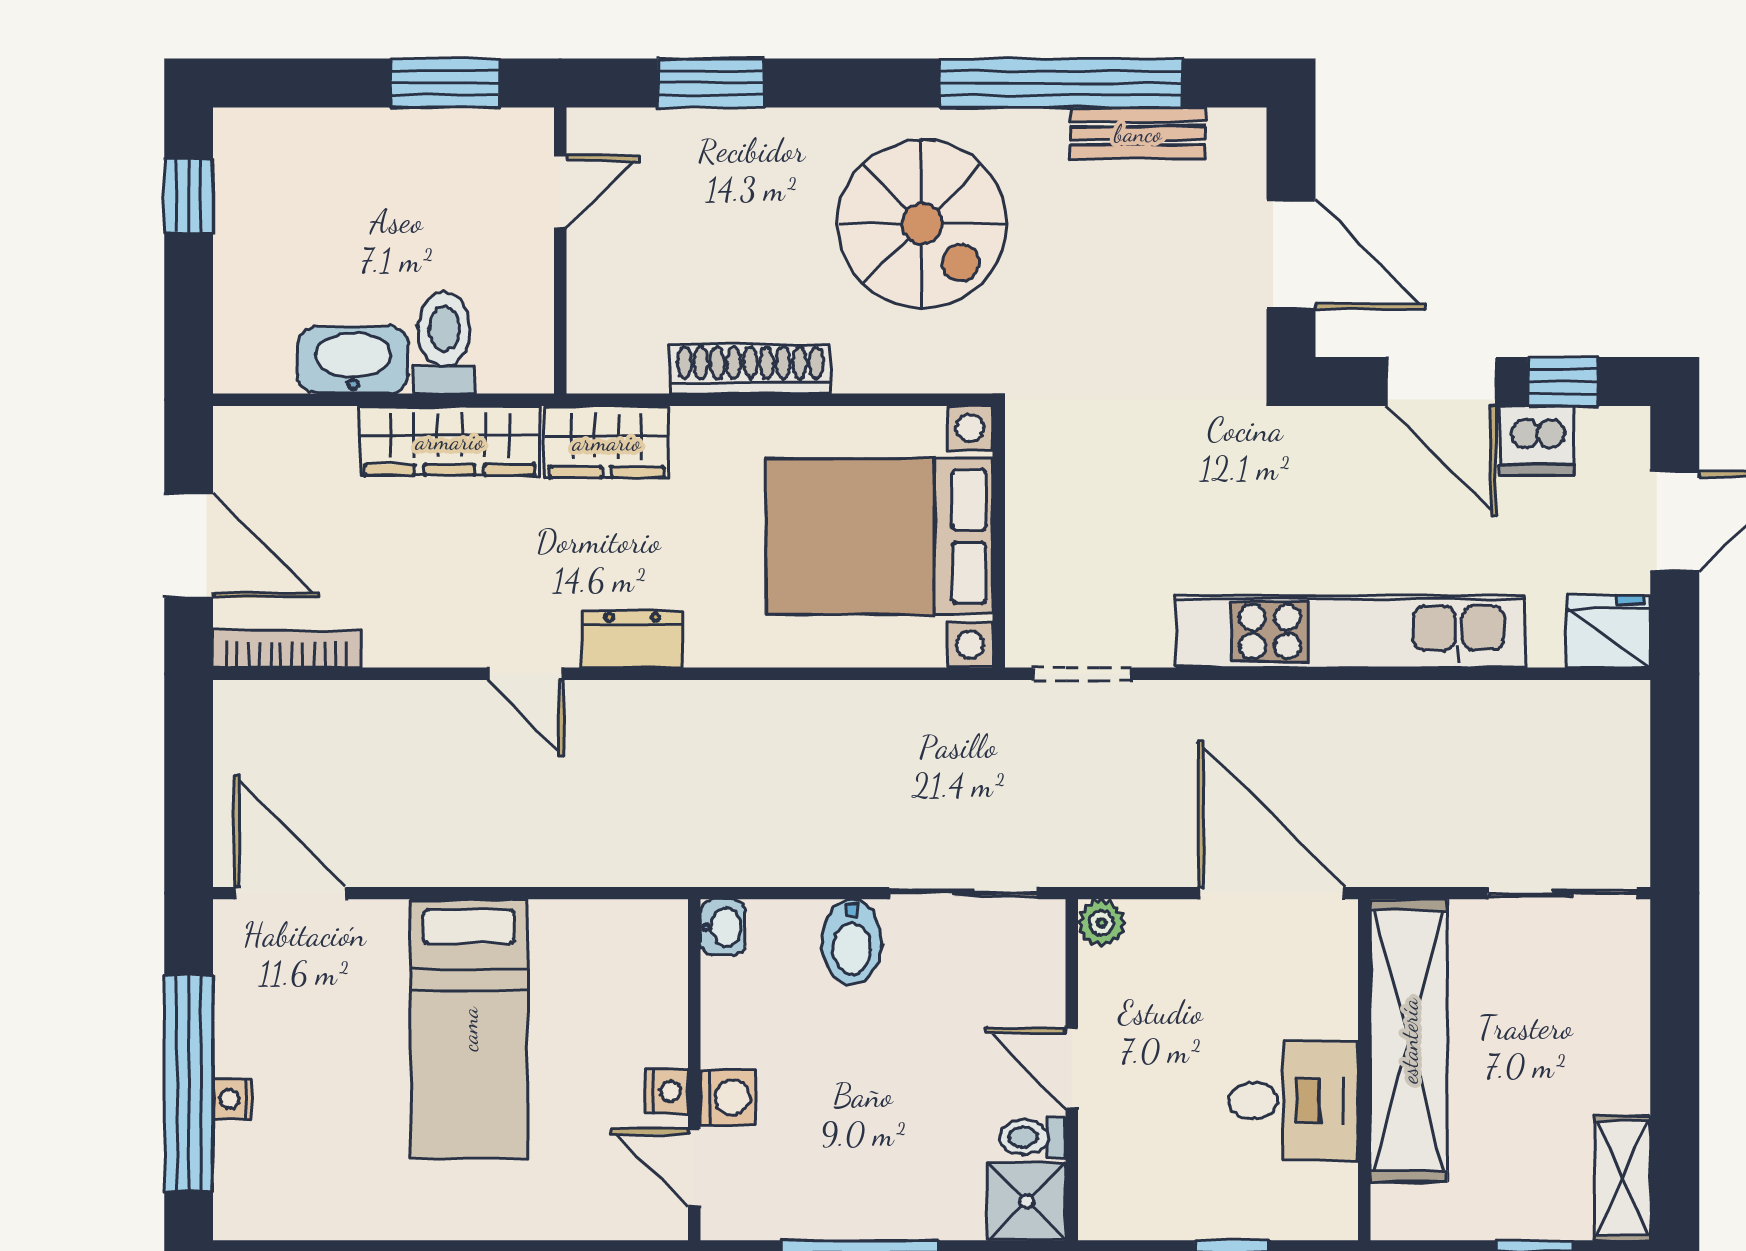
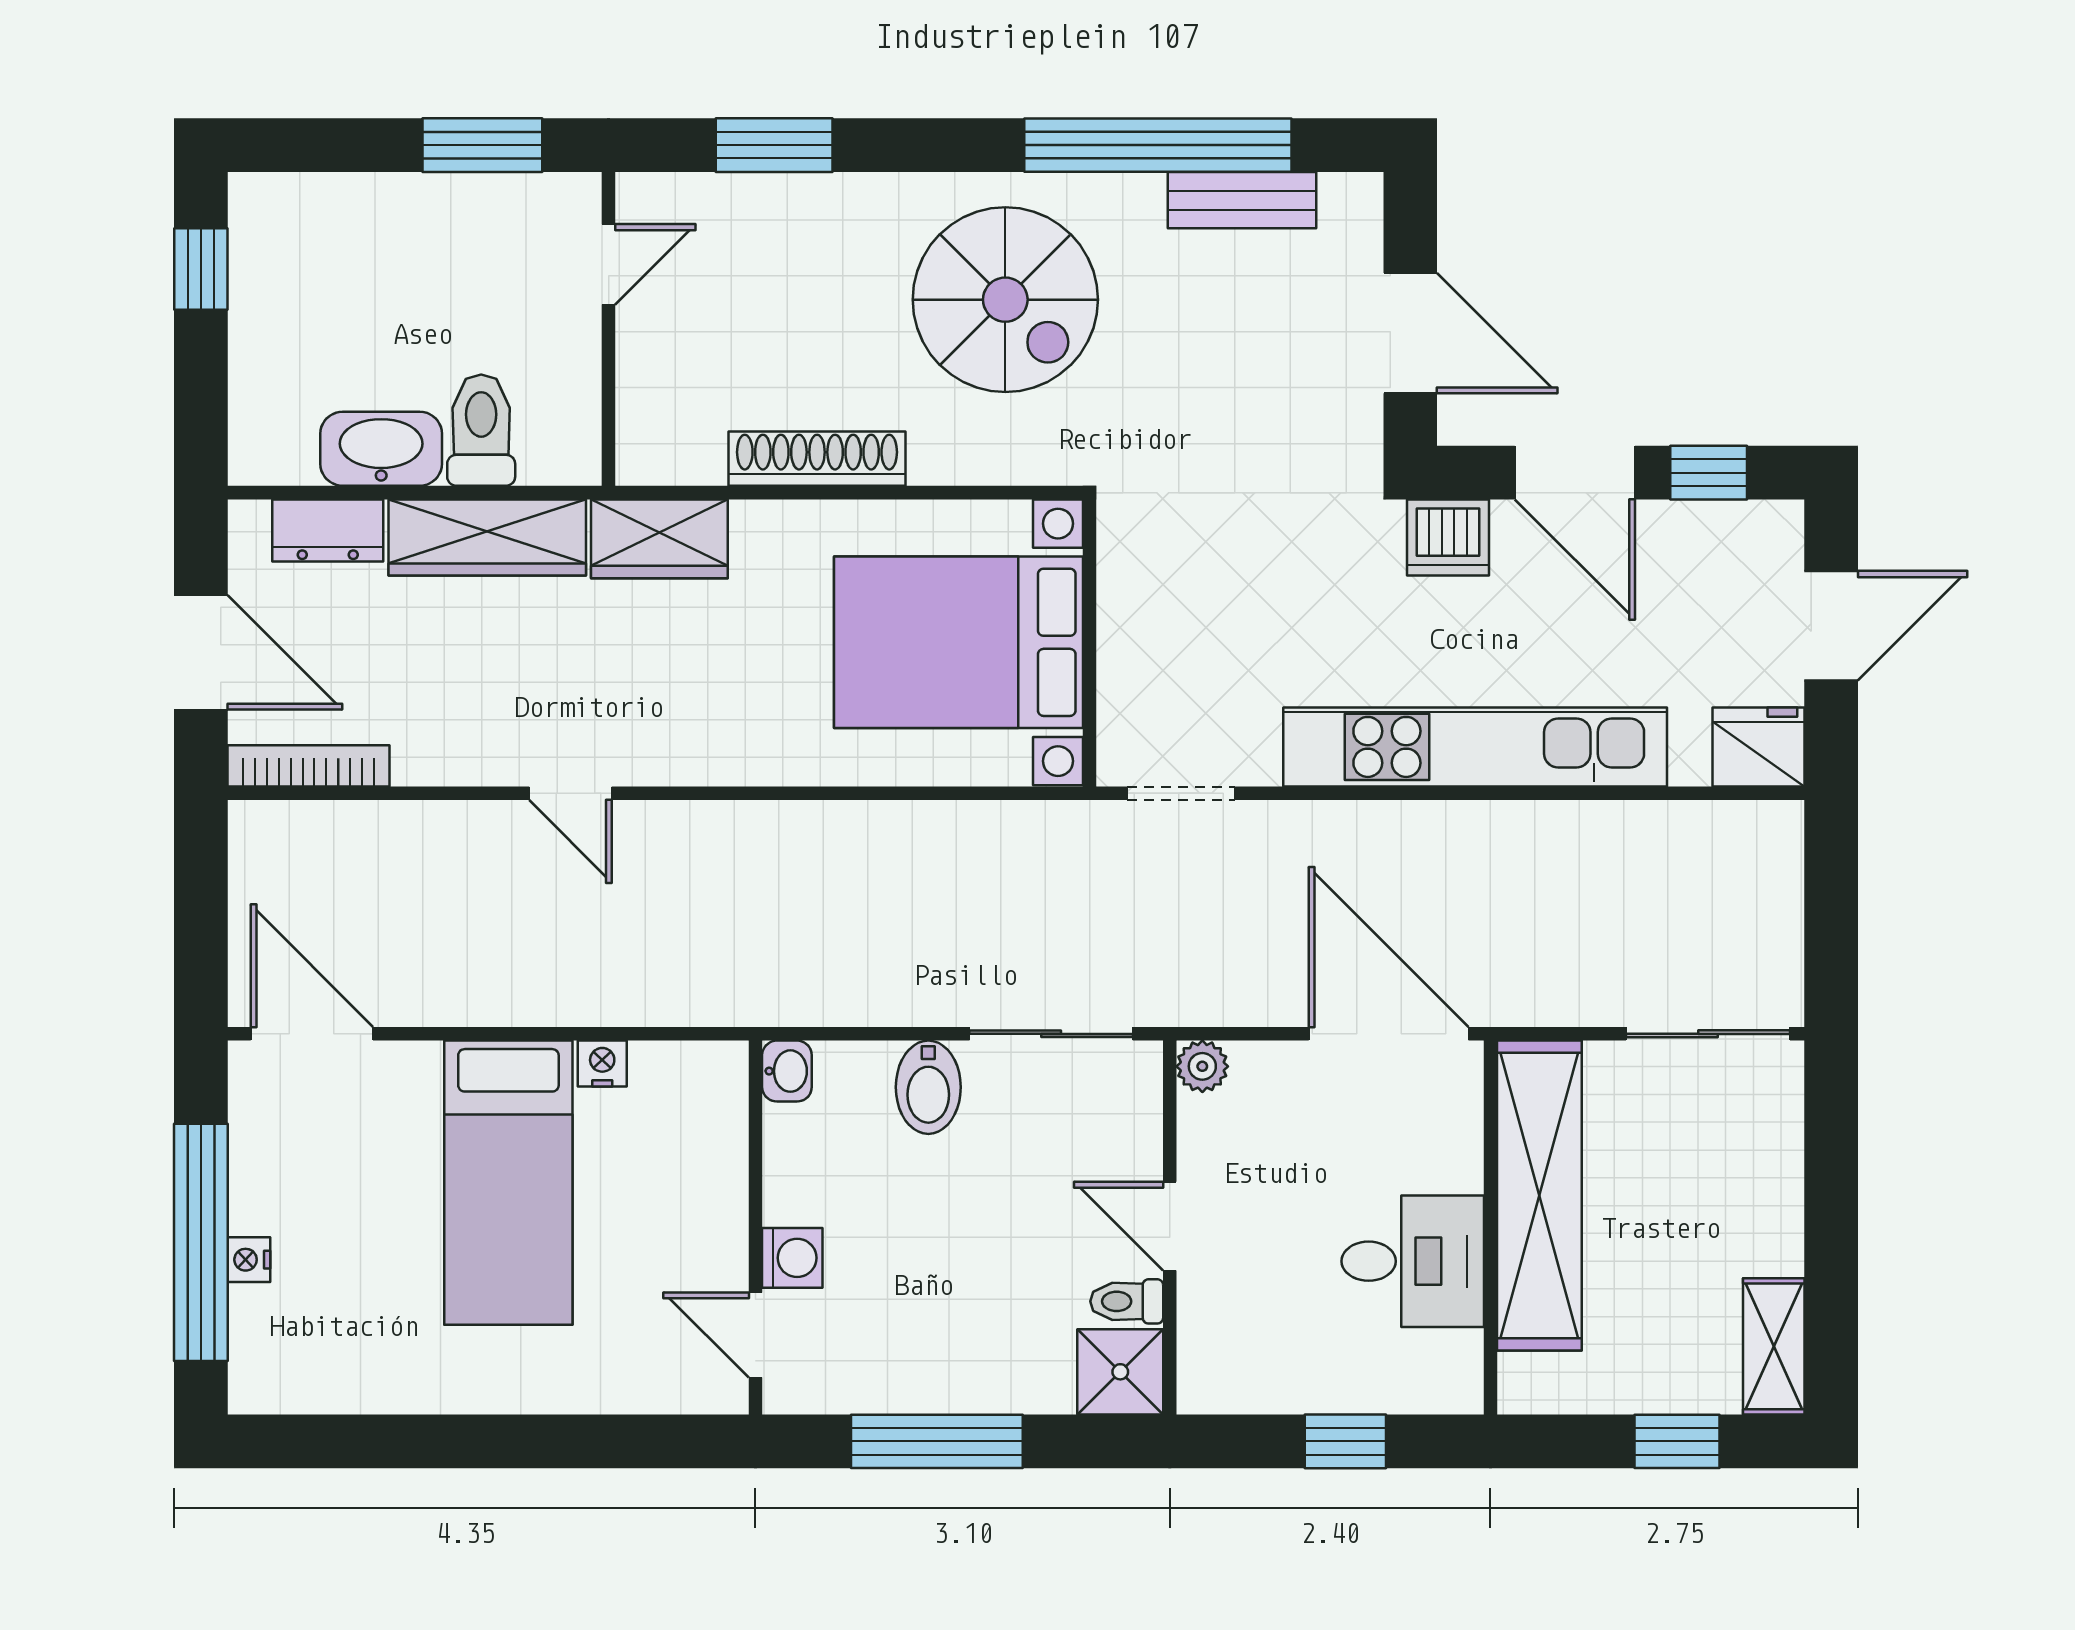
dishwasher: (1537, 441) -> (1448, 537), moved
dresser: (632, 639) -> (328, 530), moved, turned 180
nightstand: (667, 1091) -> (602, 1064), moved, turned -90

